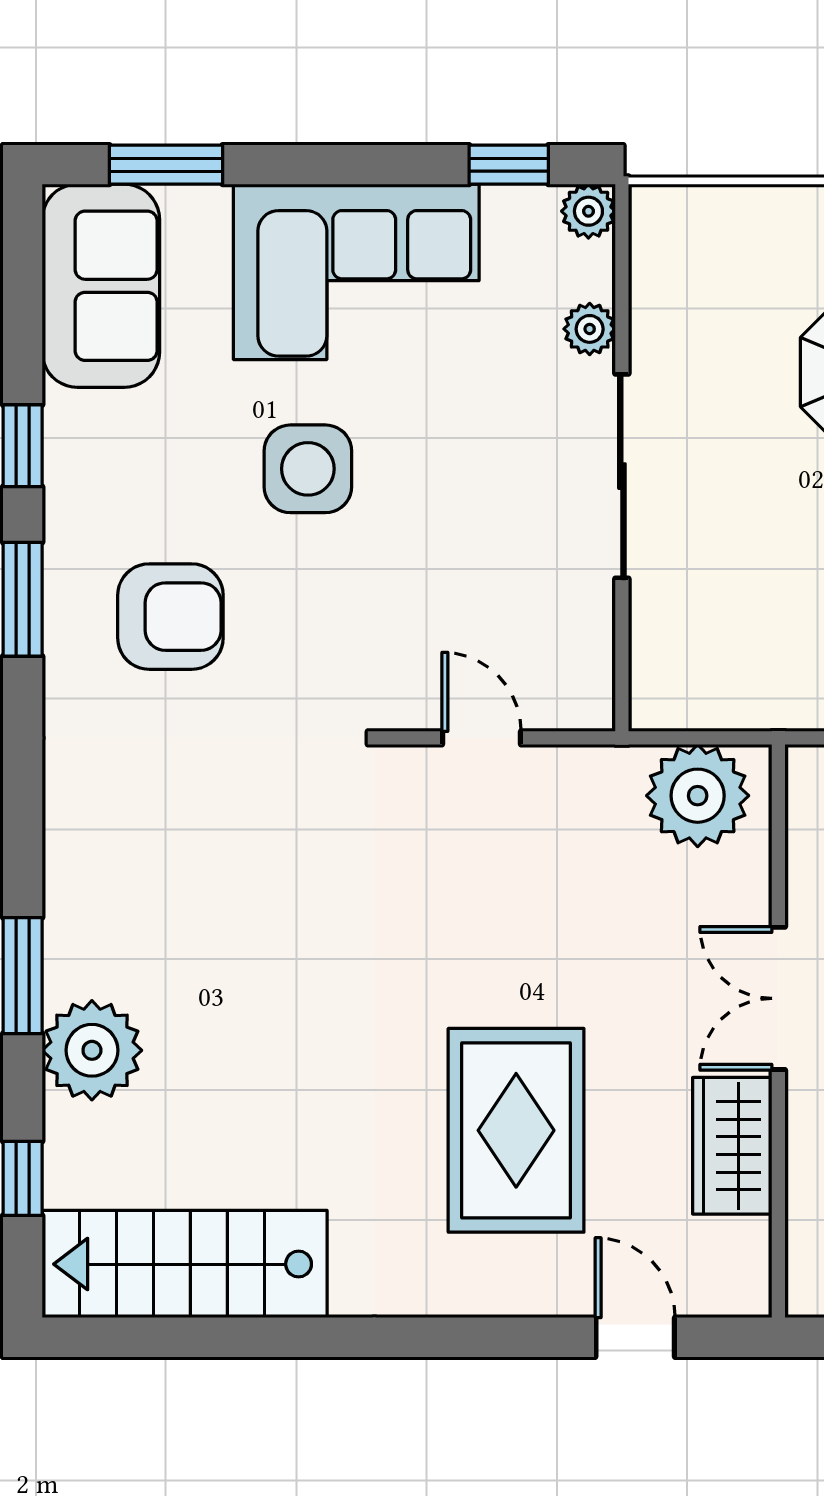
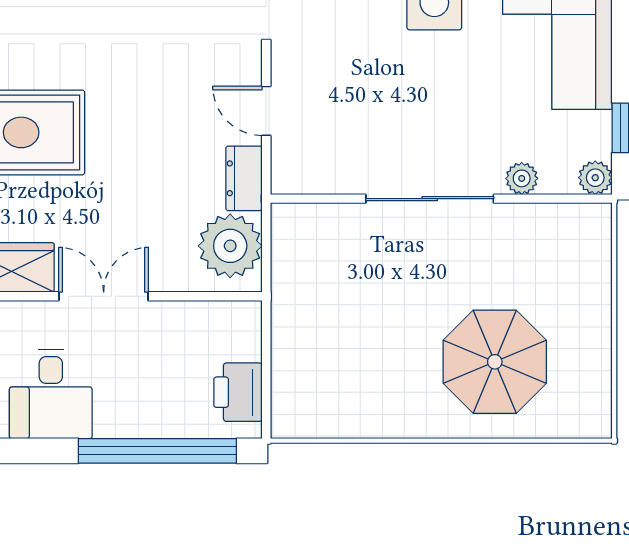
door: (481, 738) -> (266, 111), swing flipped
dresser: (590, 774) -> (244, 178), added

